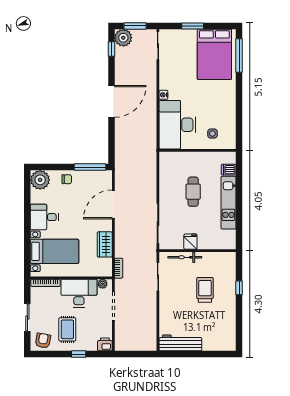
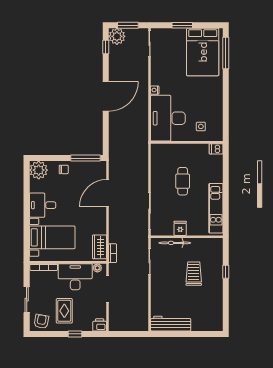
dishwasher: (229, 170) -> (216, 149), moved
kitchen unit: (228, 203) -> (216, 208), moved
wardrobe: (105, 244) -> (99, 247), moved

